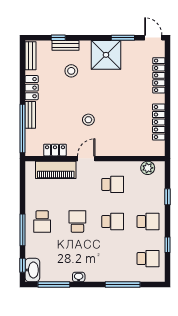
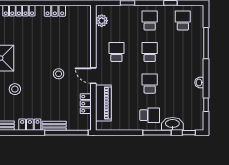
locker: (159, 122) -> (55, 11), width x0.66
school desk: (77, 222) -> (150, 84), turned 90
washbasin: (32, 270) -> (172, 124), moved
window: (54, 284) -> (206, 105), width x0.46

